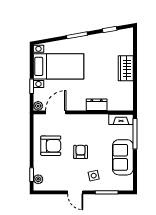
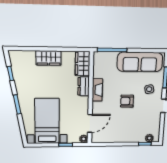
wardrobe: (120, 103) -> (82, 64), added
door: (56, 112) -> (90, 123), swing flipped
fireplace: (121, 119) -> (97, 90), moved
armchair: (51, 146) -> (120, 128), removed
sofa: (123, 157) -> (140, 62), width x1.36

